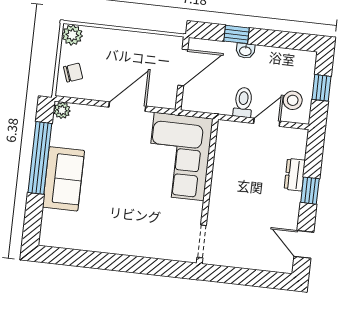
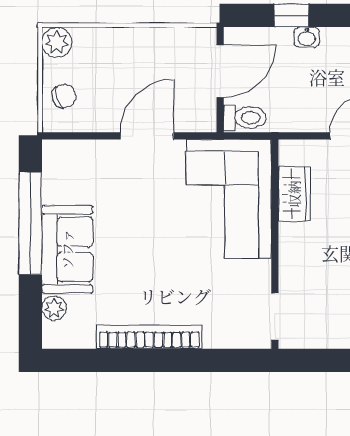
toilet: (243, 102) -> (245, 118), moved, turned 90
plant: (62, 110) -> (54, 308), moved
wardrobe: (225, 158) -> (294, 194), added
bookcase: (113, 246) -> (149, 337), added

